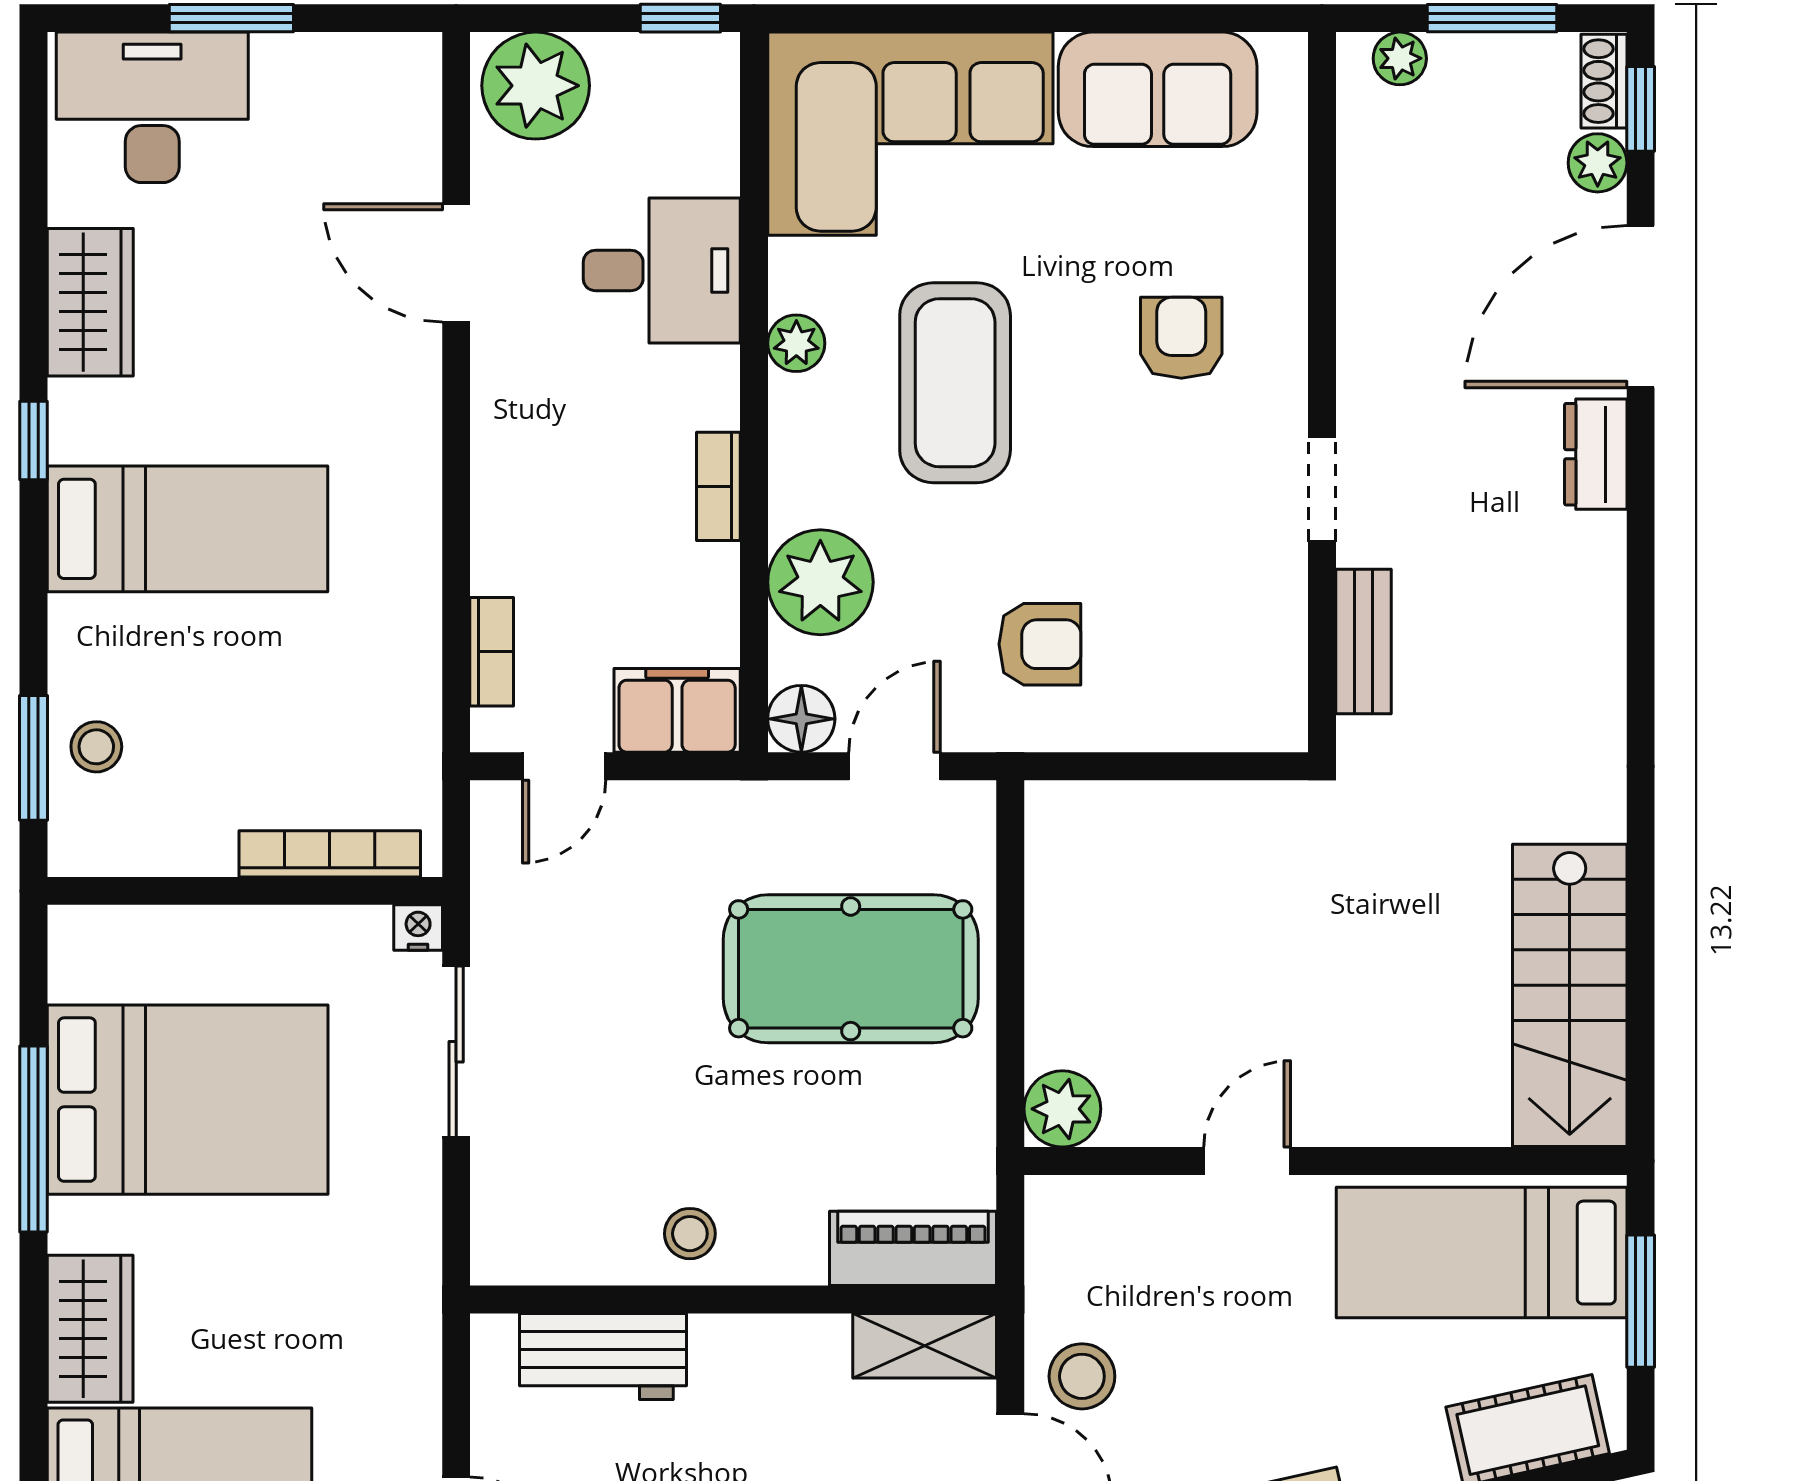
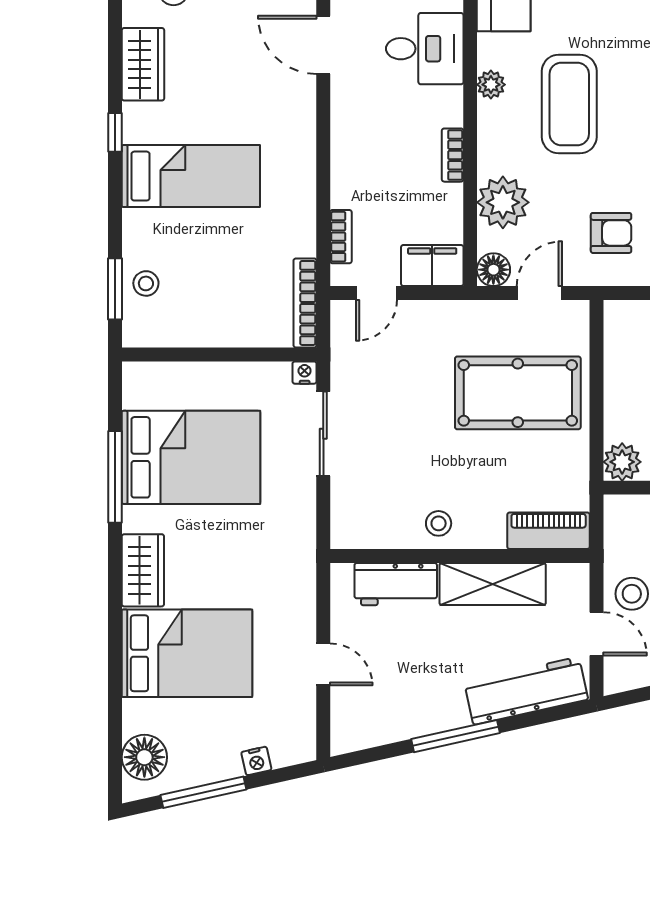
bookcase: (330, 854) -> (305, 303), moved, turned -90
shelving: (925, 1346) -> (493, 584), moved, width x1.50, depth x1.33

